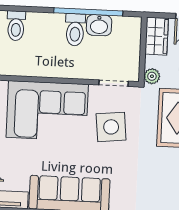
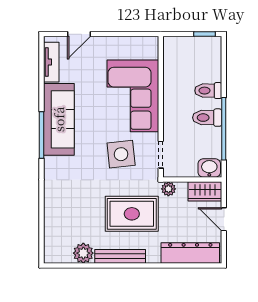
washbasin: (99, 25) -> (209, 168), moved, turned 90
toilet: (16, 26) -> (208, 91), moved

